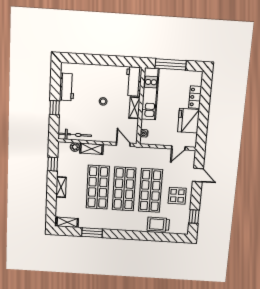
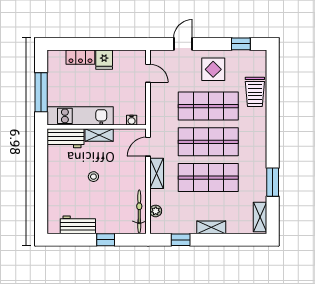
fridge: (188, 121) -> (104, 60), width x0.53, depth x0.75
shelving: (91, 149) -> (157, 173), moved

